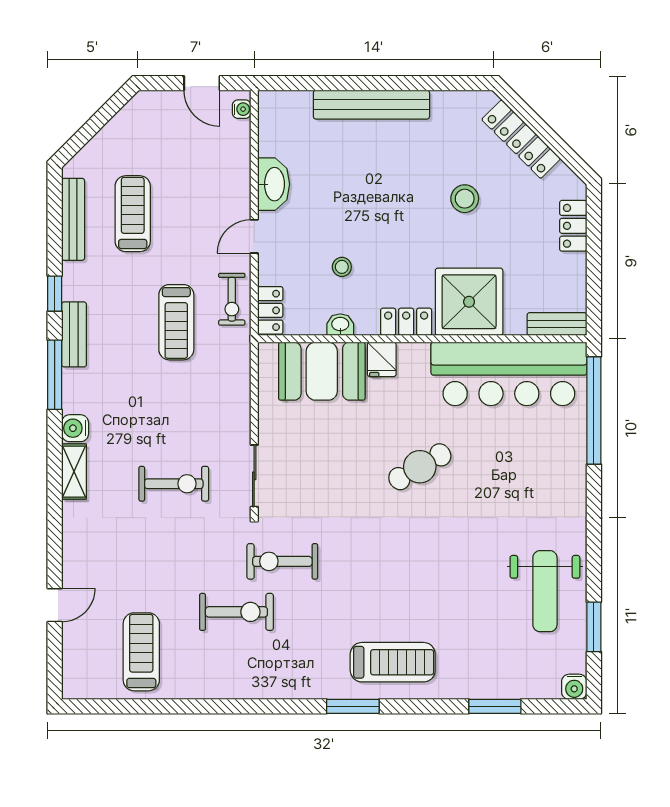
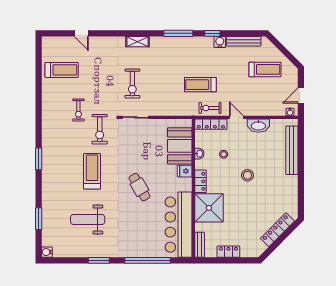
bench: (371, 105) -> (292, 150), moved
stool: (465, 199) -> (247, 175), moved
treadmill: (133, 214) -> (265, 69), moved
locker: (573, 226) -> (228, 252), moved
locker: (270, 310) -> (211, 124), width x1.53
bench: (74, 334) -> (195, 42), removed
window: (594, 410) -> (148, 260), moved
water cooler: (75, 428) -> (220, 42), moved
exercise bike: (282, 561) -> (100, 129), turned 180
weight bench: (545, 591) -> (88, 220), moved
exercise bike: (236, 612) -> (78, 110), width x0.73, depth x0.72
window: (594, 627) -> (99, 260), moved
treadmill: (393, 662) -> (92, 171), moved, turned 180

